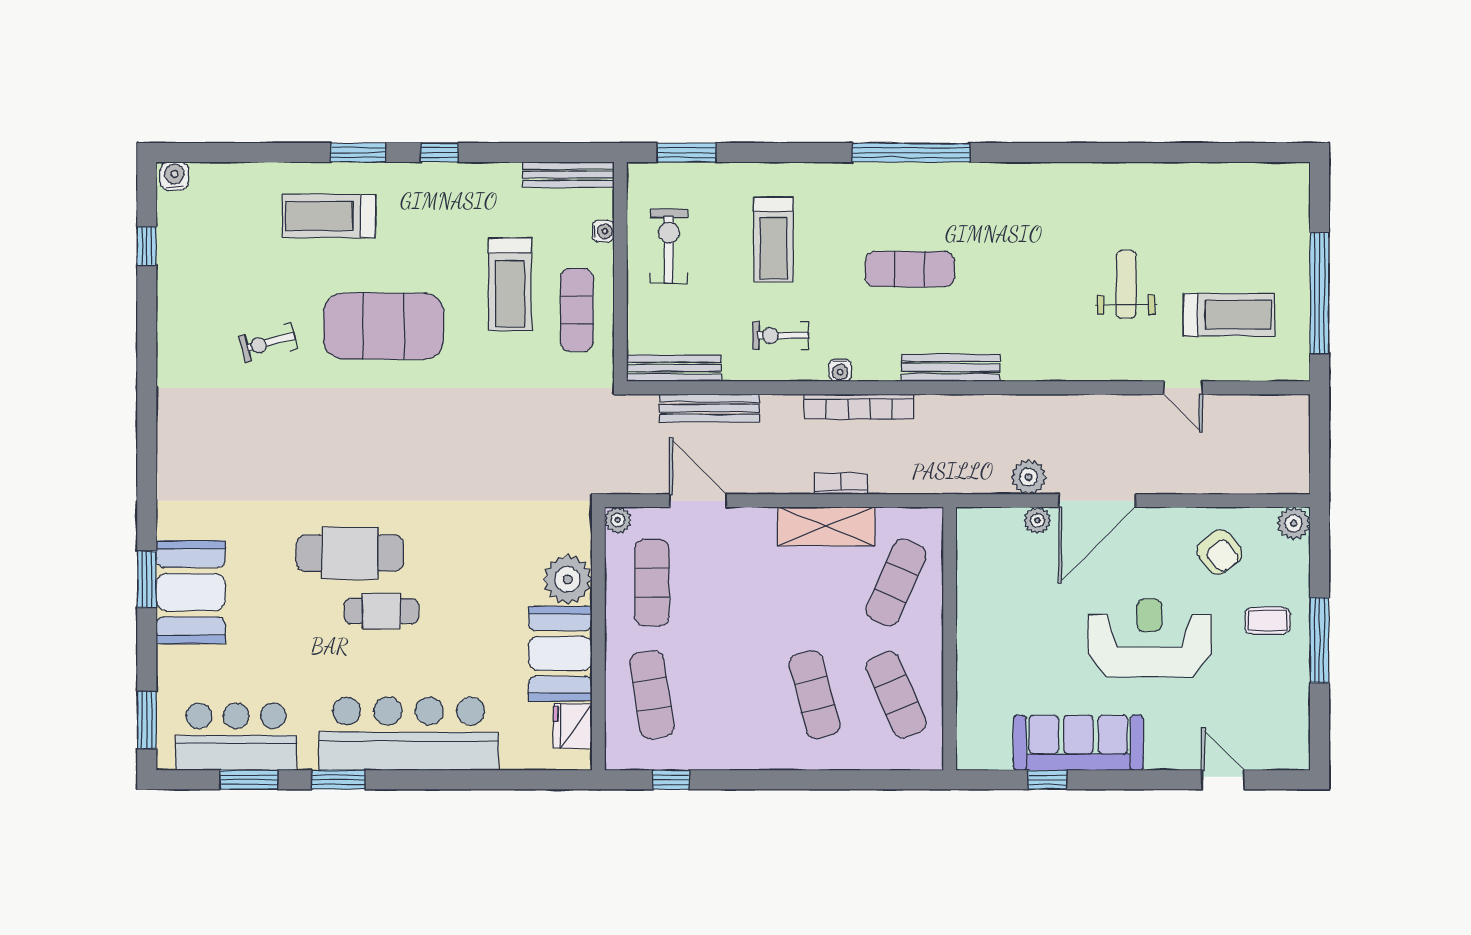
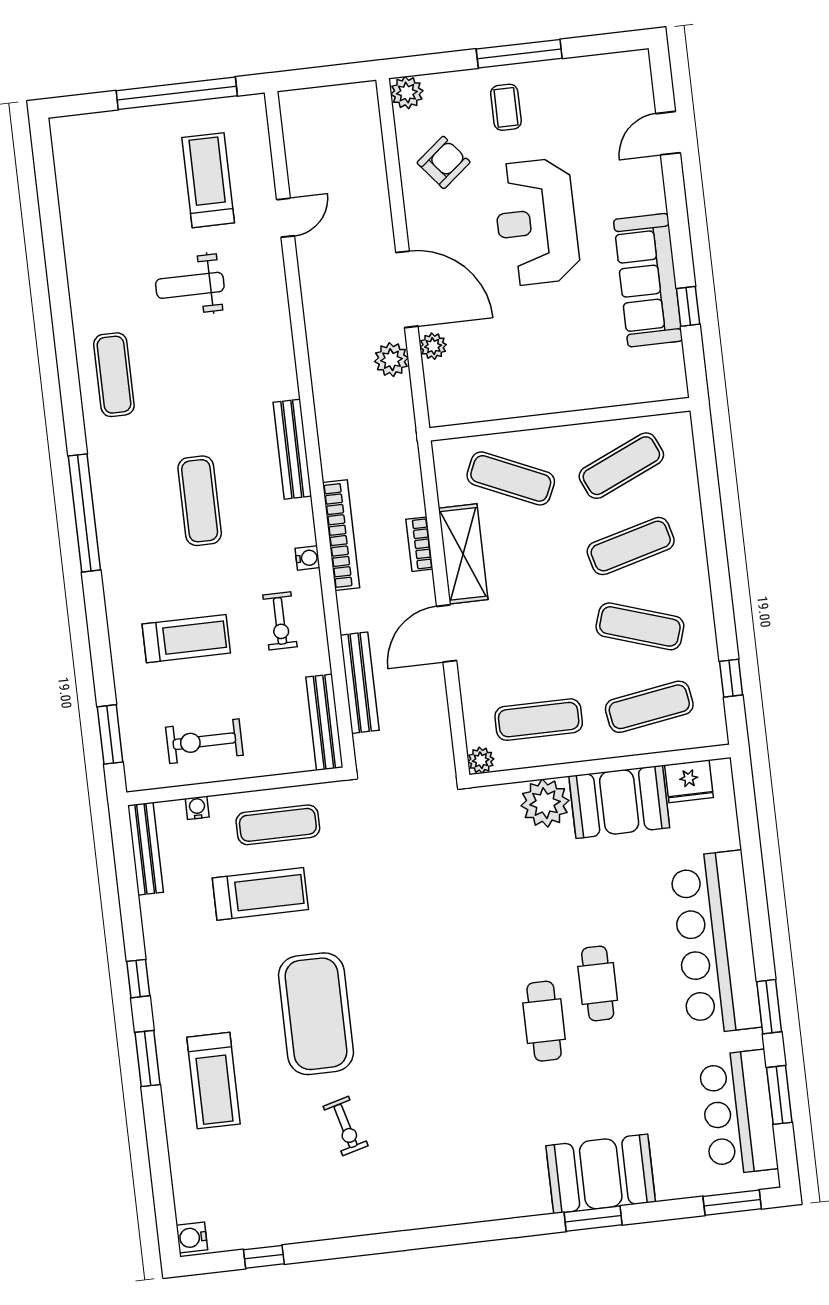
exercise mat: (1046, 198) -> (114, 375), added
door: (698, 501) -> (447, 633), moved
cafe table: (350, 553) -> (544, 1021), width x0.73, depth x0.74
exercise mat: (733, 695) -> (640, 626), added

